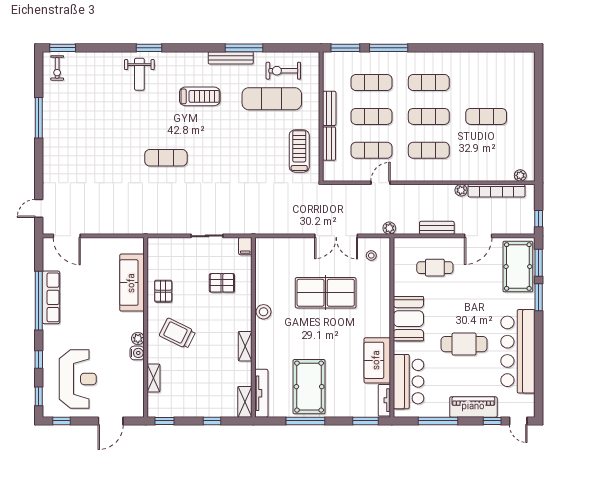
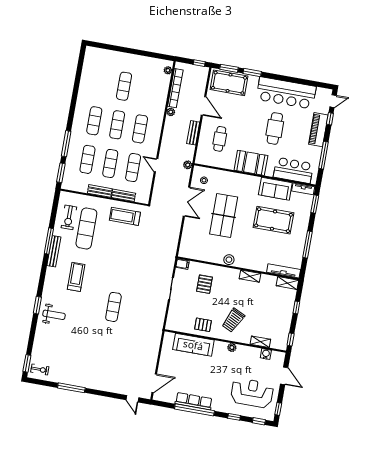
water cooler: (137, 353) -> (266, 354), moved
pool table: (309, 387) -> (274, 220), moved

